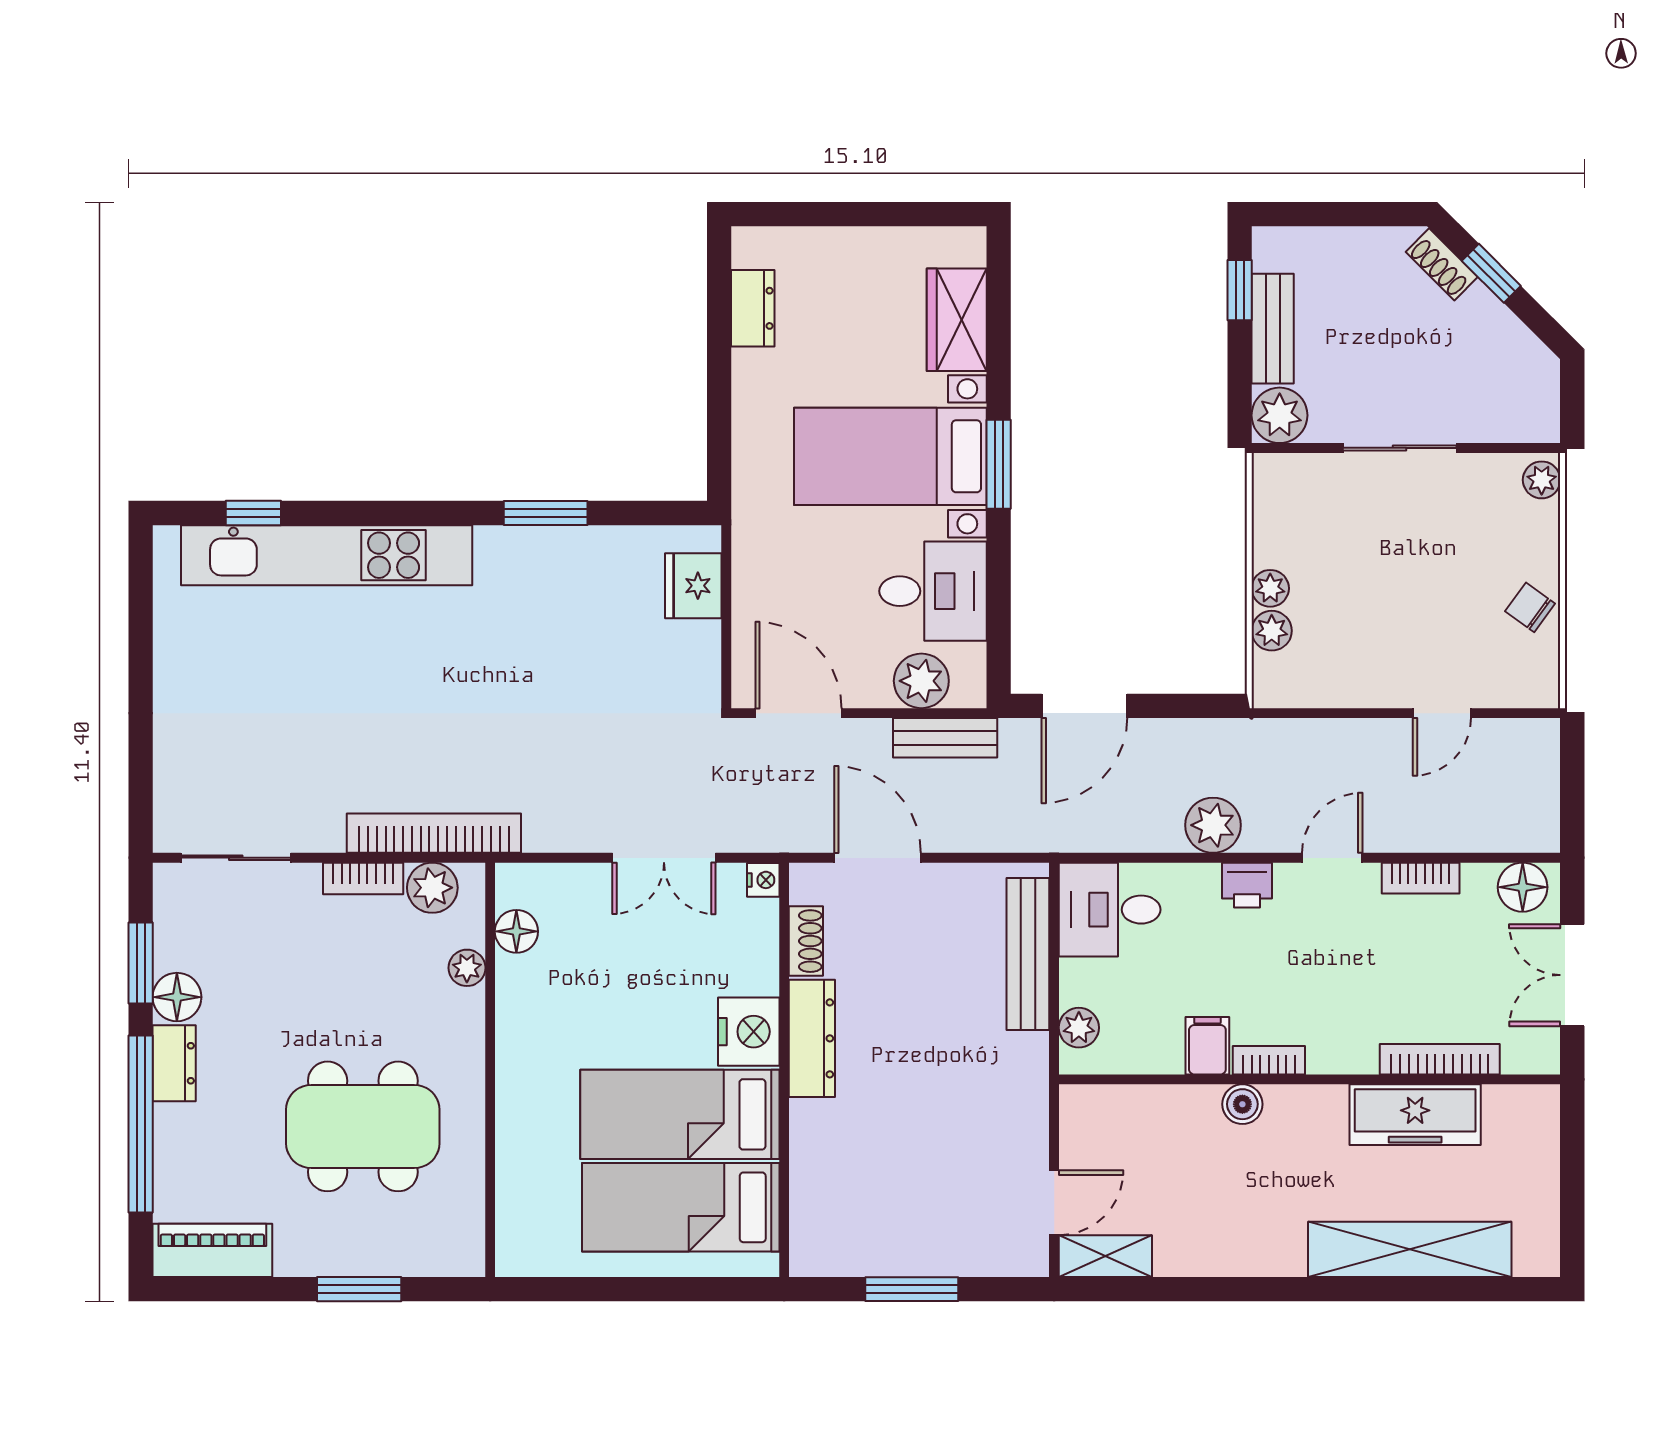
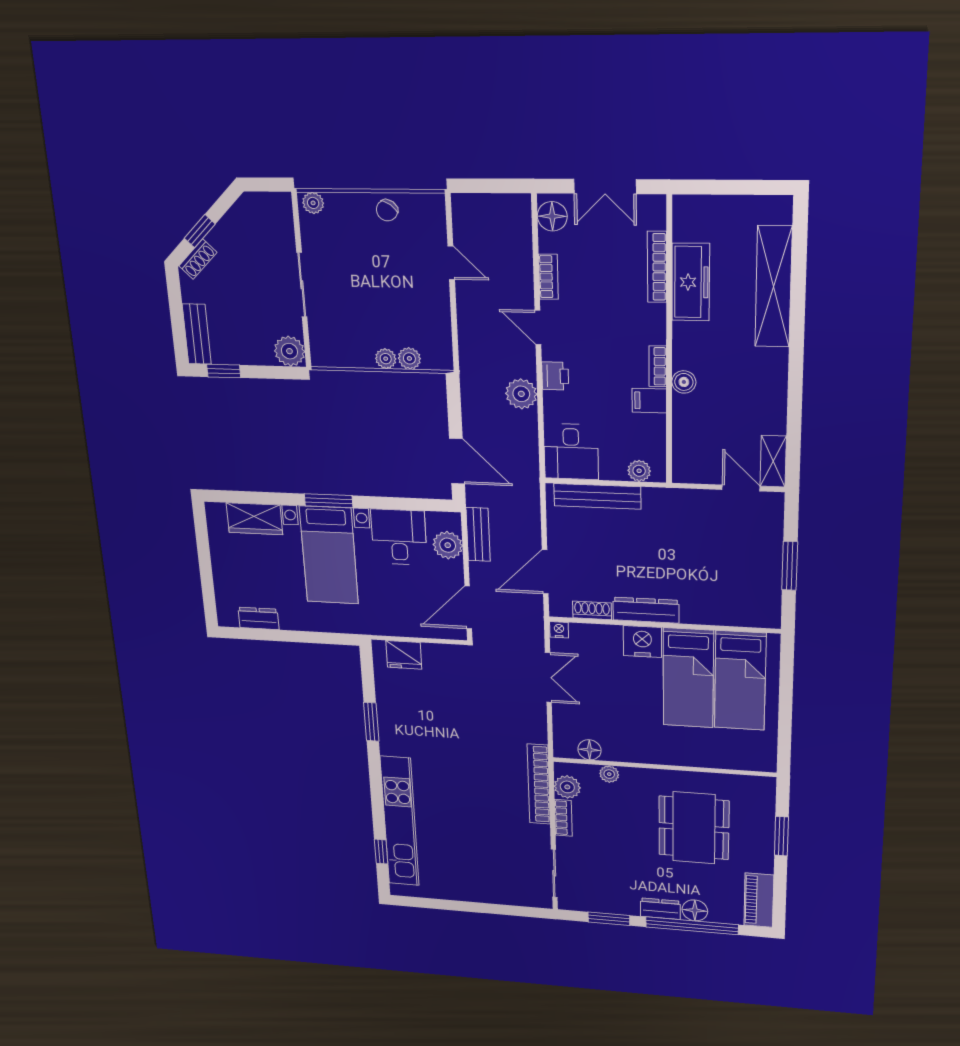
bench: (1273, 329) -> (197, 334), moved, turned 90
floor lamp: (177, 997) -> (695, 910), moved

